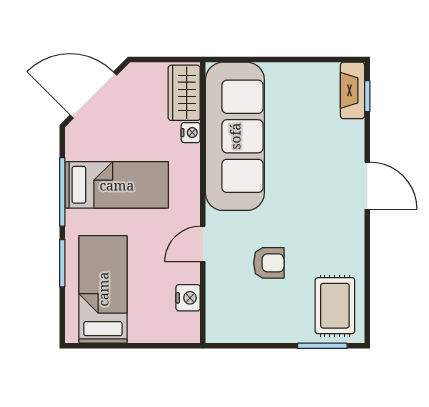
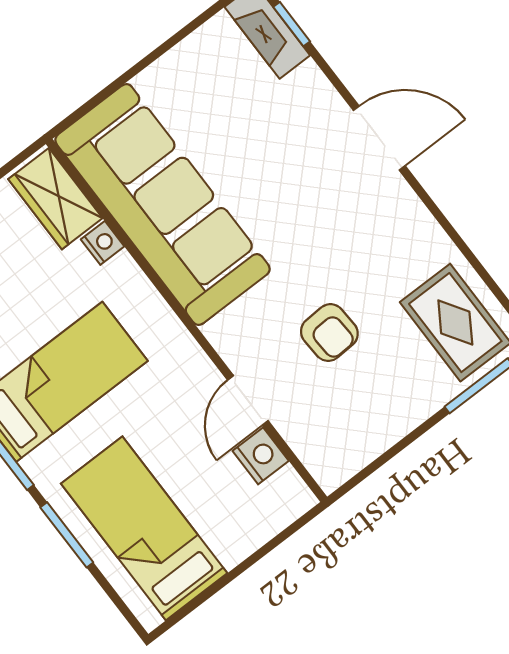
door: (203, 244) -> (248, 400), moved
armchair: (269, 263) -> (329, 333), turned 87

